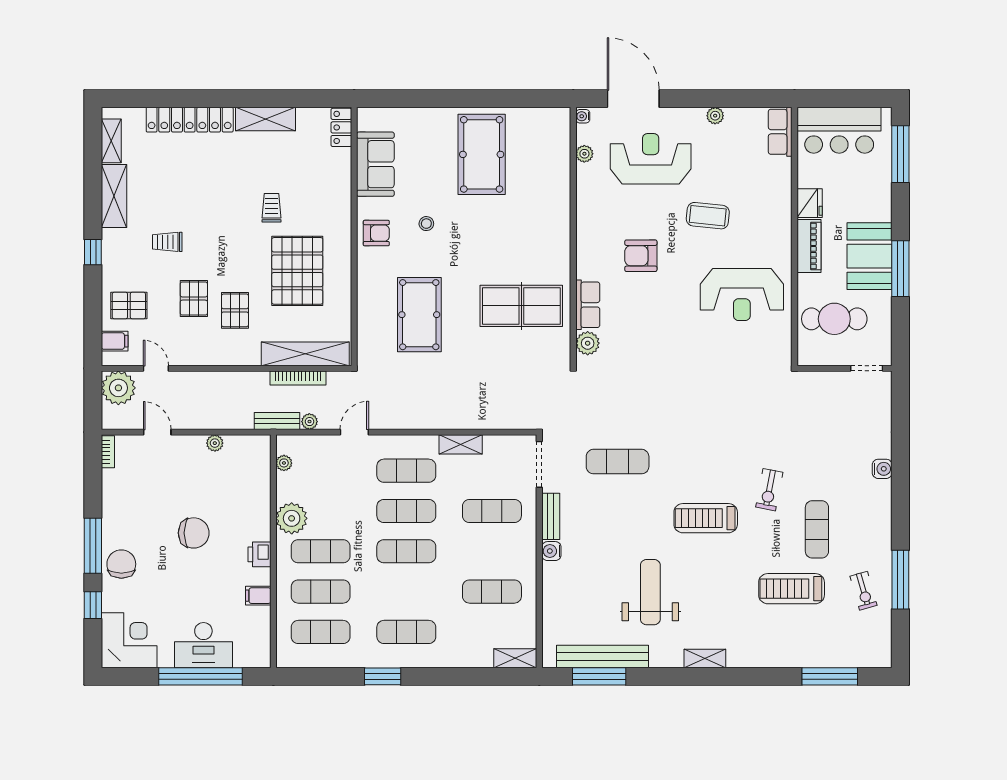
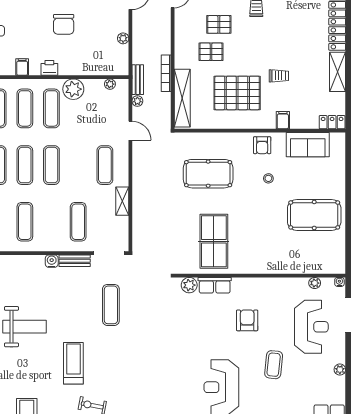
filing cabinet: (338, 202) -> (283, 120), added
bookcase: (298, 378) -> (166, 73), moved
exercise mat: (406, 511) -> (25, 165), moved

